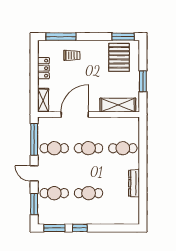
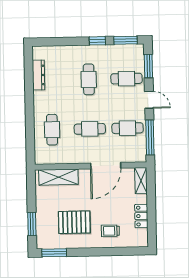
window: (61, 37) -> (123, 251), removed
pallet: (119, 57) -> (74, 222), moved, turned 90
window: (143, 81) -> (32, 224), moved
cafe table: (123, 148) -> (52, 130), turned 90
dresser: (134, 183) -> (39, 75), moved
cafe table: (89, 193) -> (89, 79), turned 90

